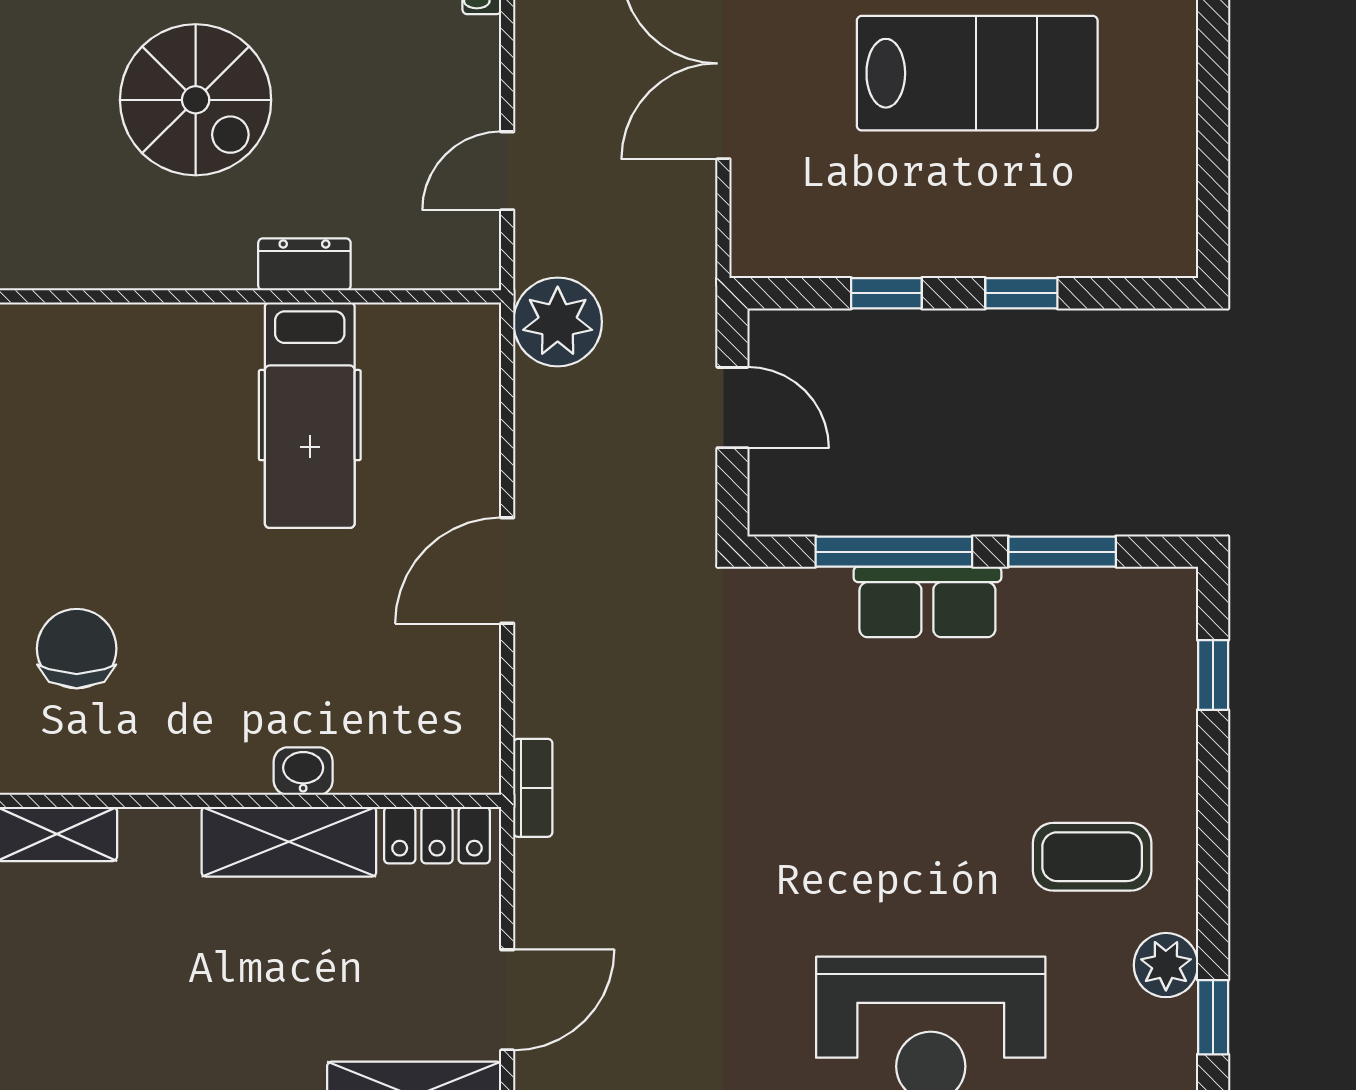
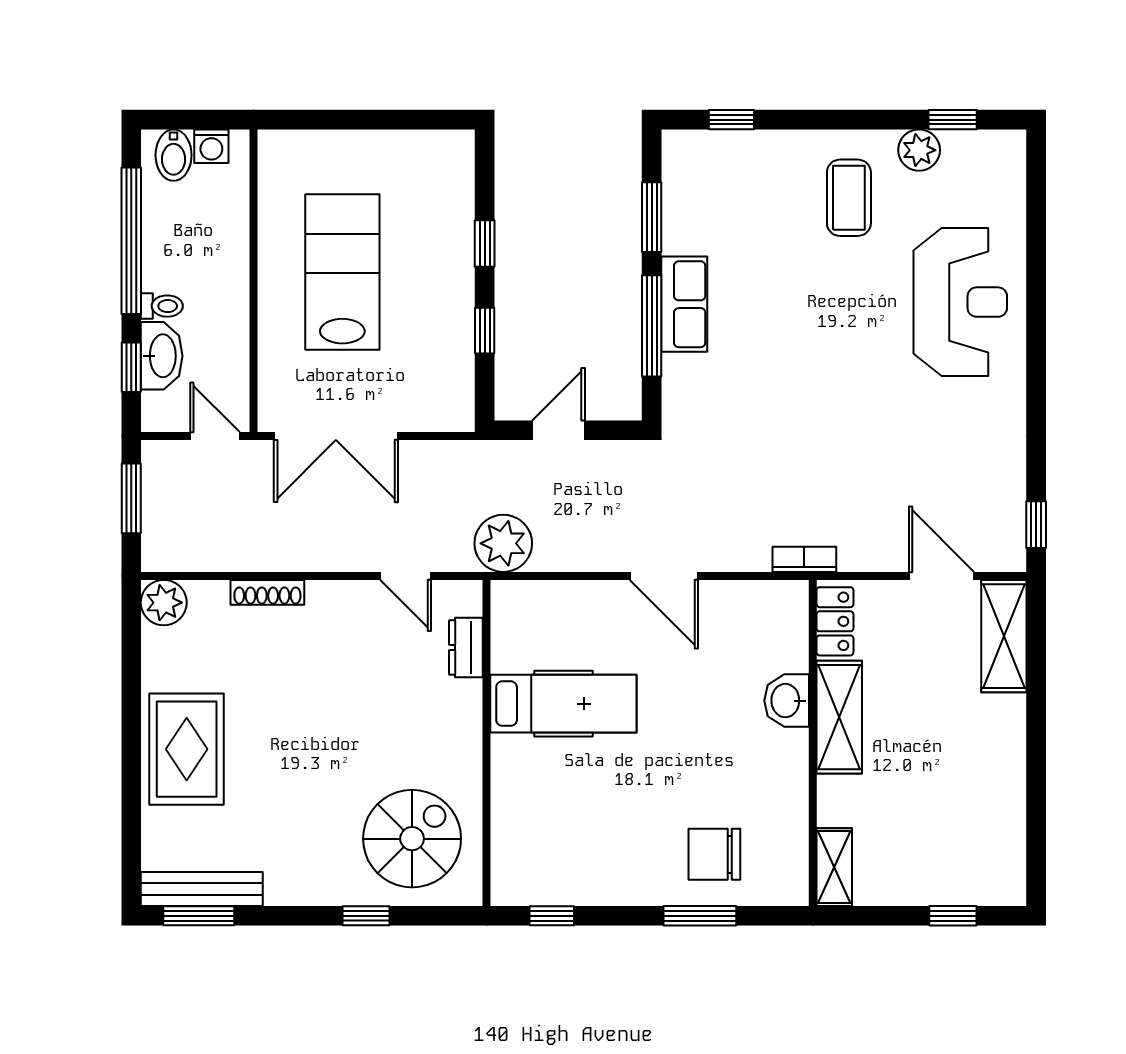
spiral stairs: (196, 100) -> (412, 839), moved
dresser: (304, 264) -> (466, 648), moved
washbasin: (303, 771) -> (787, 701), width x1.38, depth x1.45

